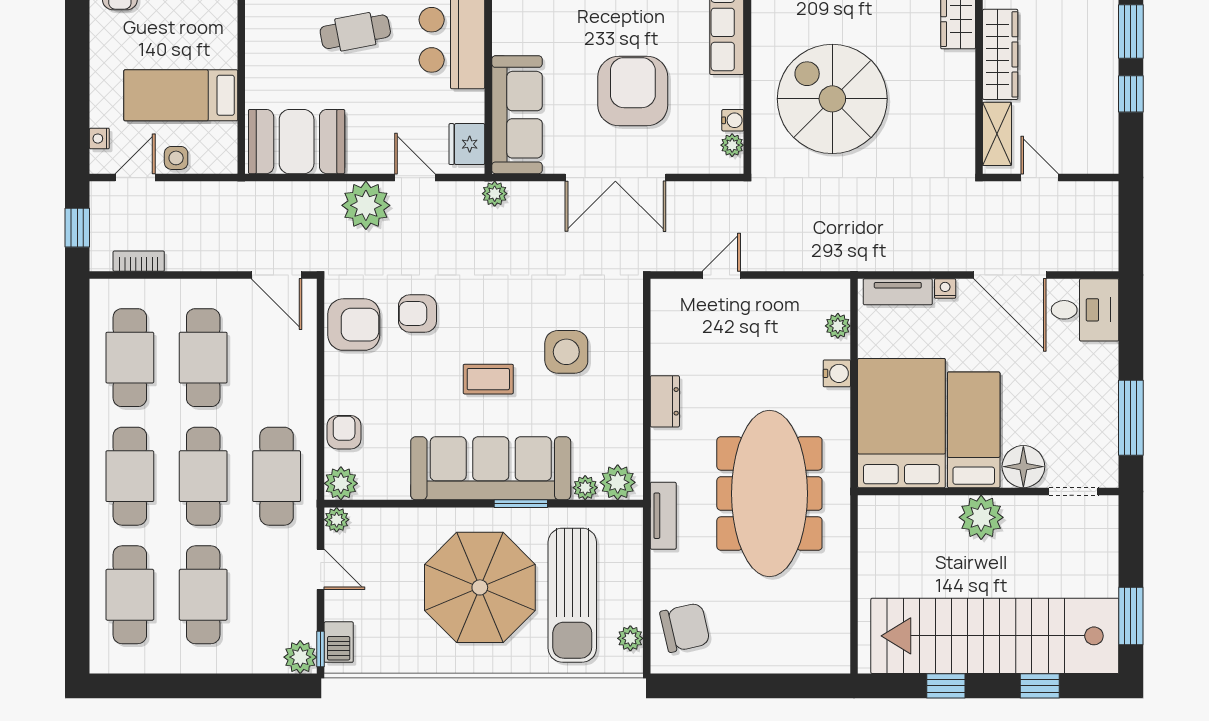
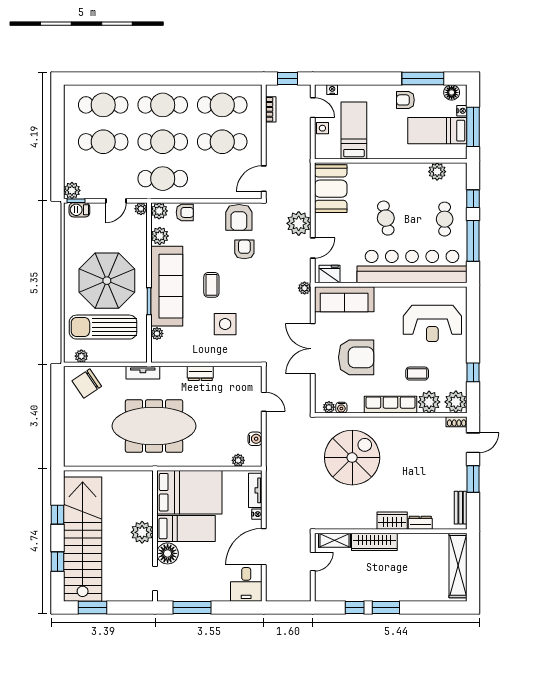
water cooler: (837, 373) -> (255, 439), moved, turned -90
plant: (618, 482) -> (160, 236), moved
chair: (685, 628) -> (87, 384), turned 69

